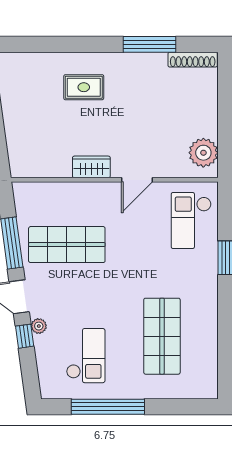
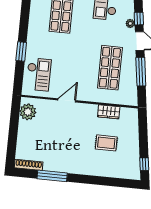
rug: (84, 87) -> (106, 143), moved
wardrobe: (91, 167) -> (109, 112), moved
shop shelf: (67, 245) -> (110, 68), turned 90

